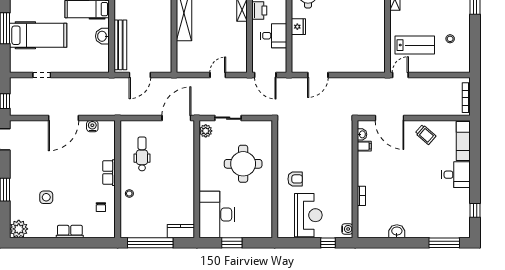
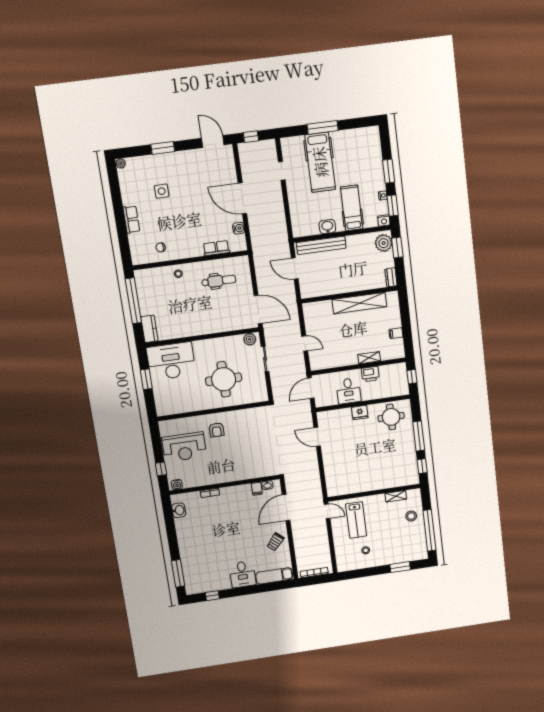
row of seats: (109, 173) -> (216, 248), moved
plant: (19, 229) -> (121, 163), width x0.53, depth x0.53
washbasin: (397, 231) -> (179, 510), moved

